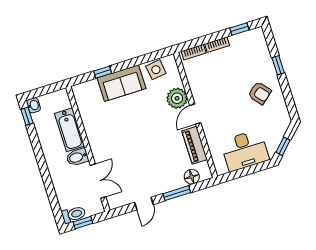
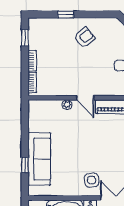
side table: (156, 70) -> (92, 180), moved
sofa: (121, 83) -> (39, 159), width x1.36
plant: (177, 98) -> (67, 105), width x0.53, depth x0.53

